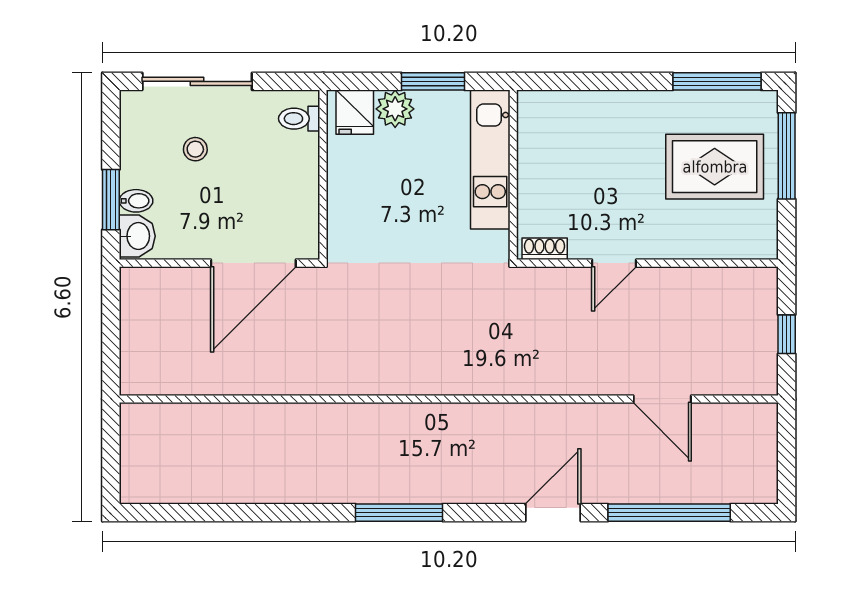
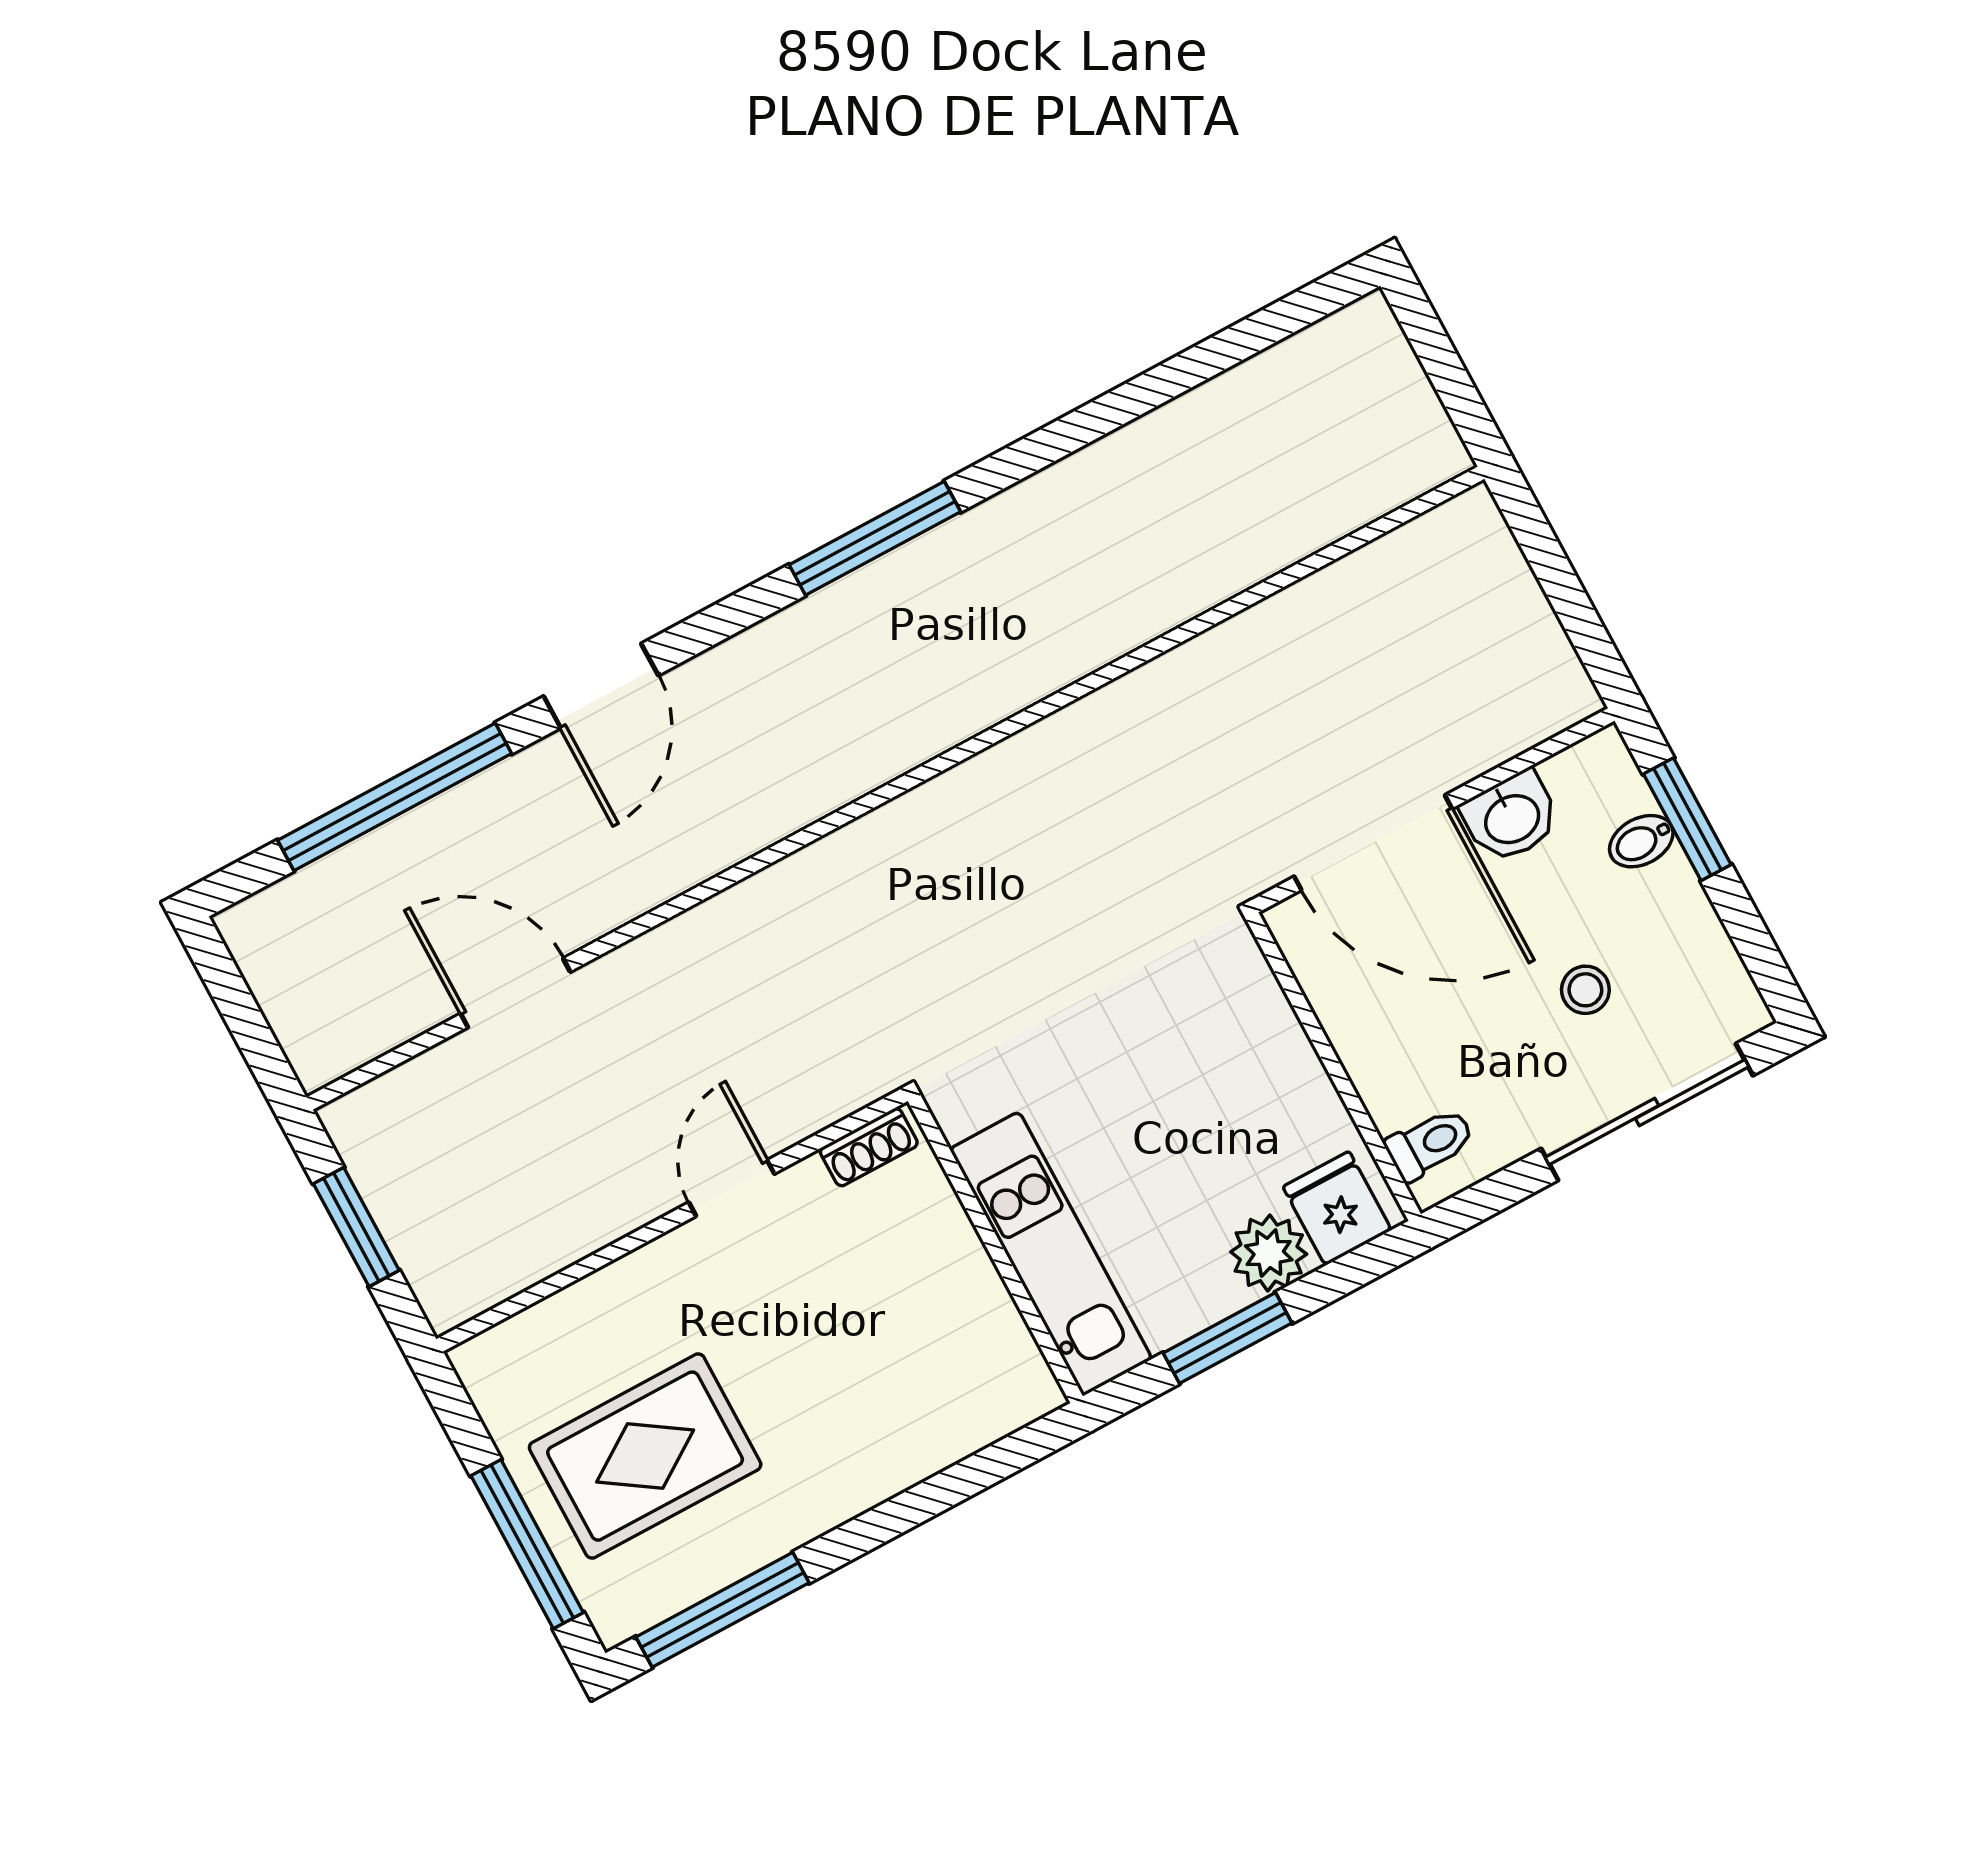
washbasin: (137, 236) -> (1511, 817), moved, turned -90
door: (253, 263) -> (1373, 843), swing flipped
window: (787, 334) -> (356, 1227), width x1.50

